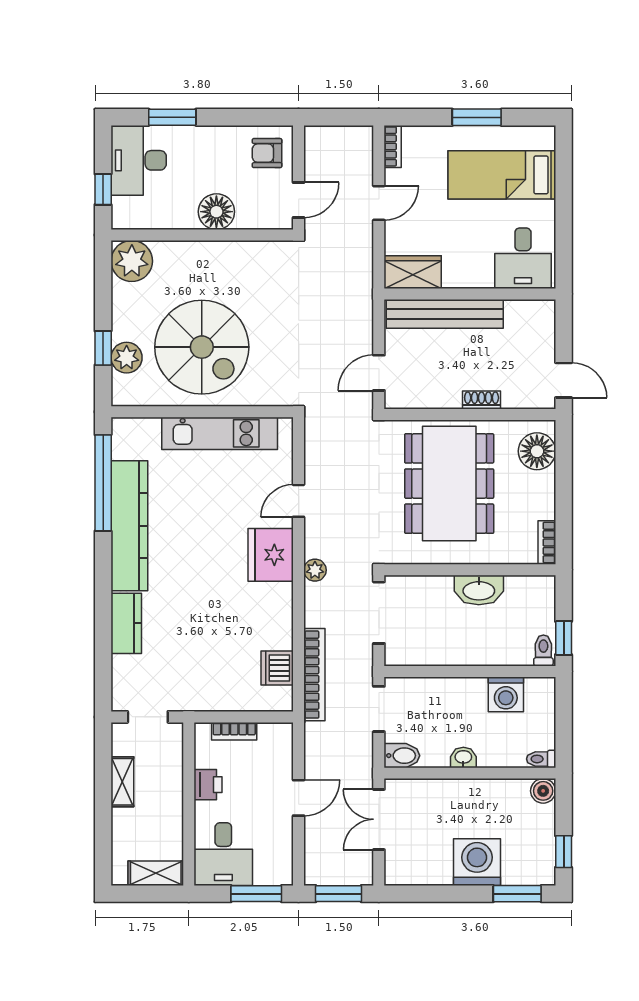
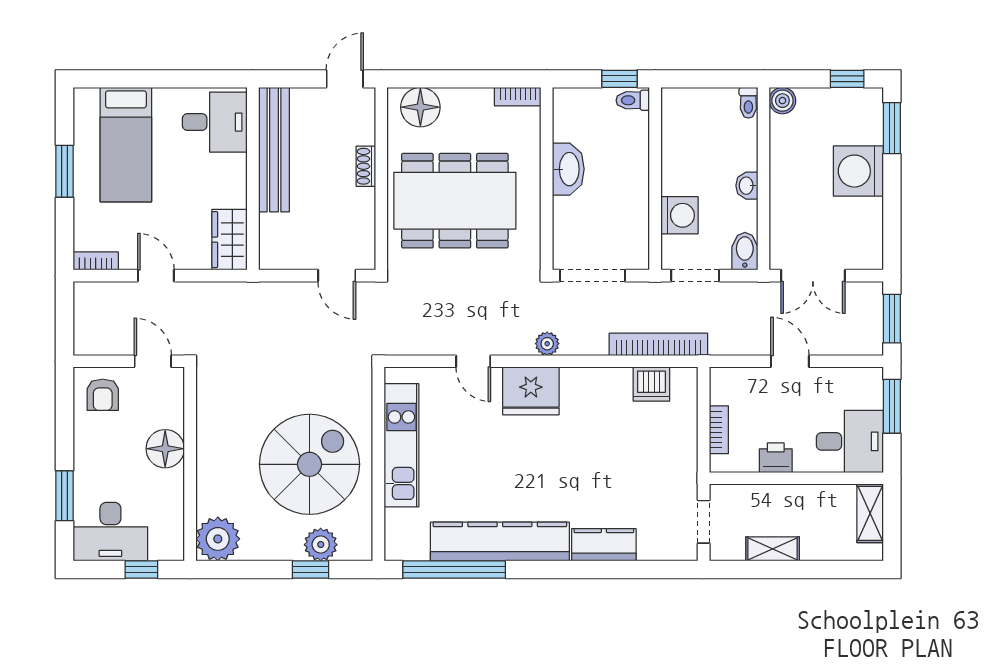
bench: (445, 314) -> (274, 150), moved
washing machine: (506, 694) -> (679, 215), moved

